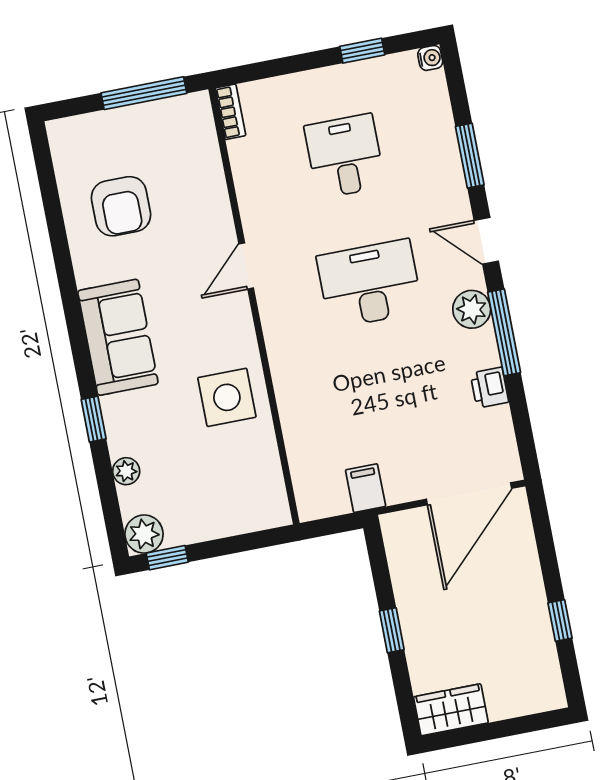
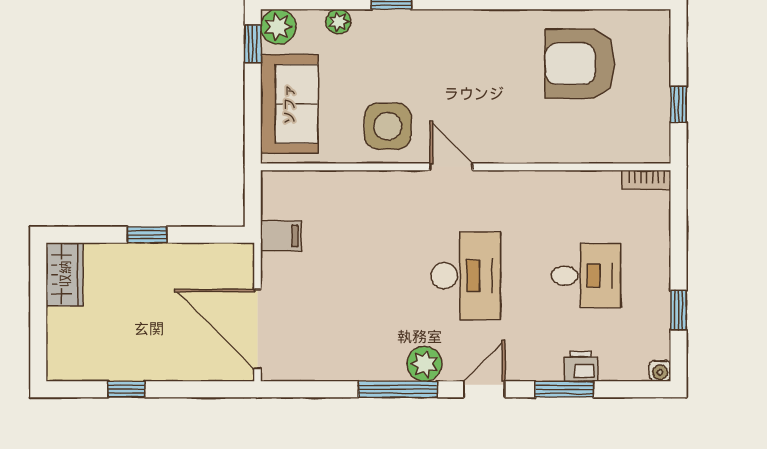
window: (144, 93) -> (679, 104), width x0.46
armchair: (121, 206) -> (580, 64), width x1.36, depth x1.36
door: (246, 266) -> (451, 167), moved
sofa: (118, 337) -> (289, 104), moved, turned -90
printer: (489, 388) -> (581, 366), moved

